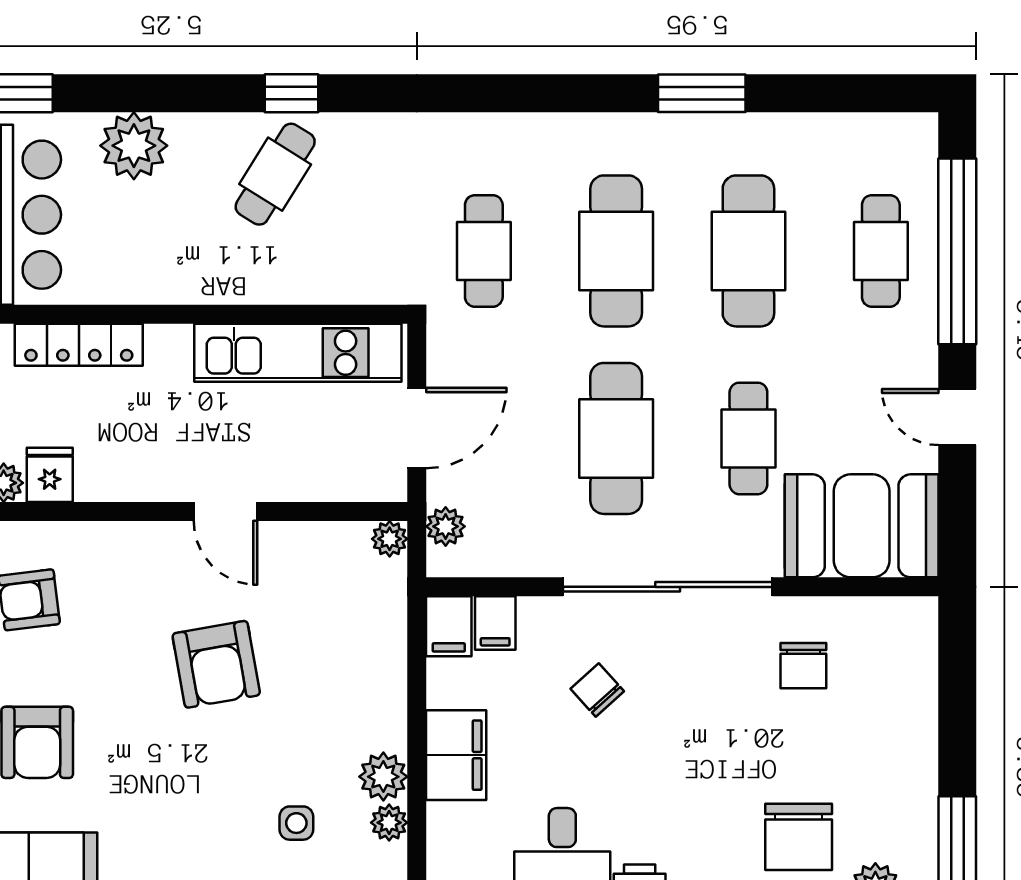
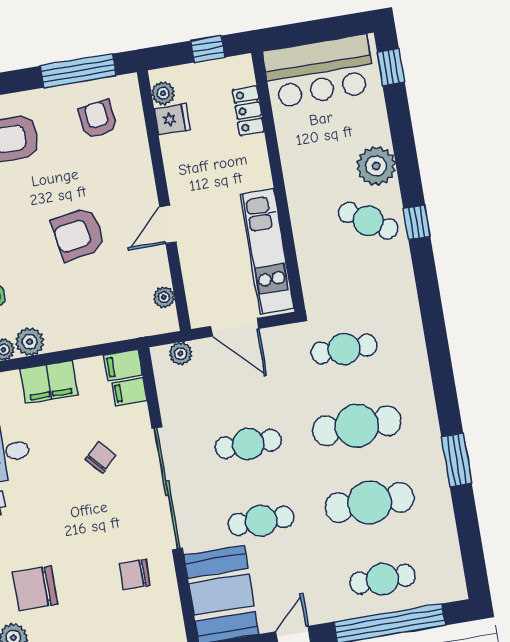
plant: (134, 146) -> (376, 166), moved
locker: (79, 345) -> (248, 111), width x0.66
cafe table: (616, 438) -> (248, 444), width x0.73, depth x0.74
plant: (390, 539) -> (164, 297), moved

